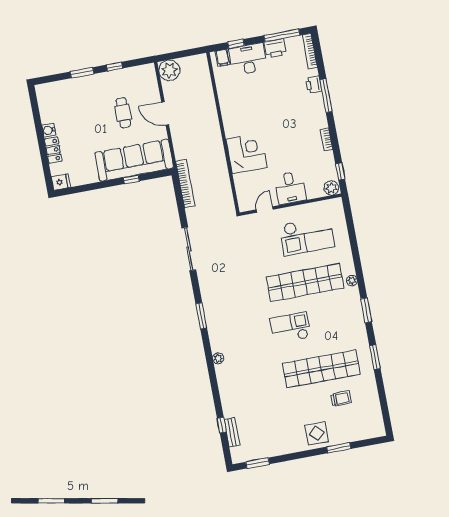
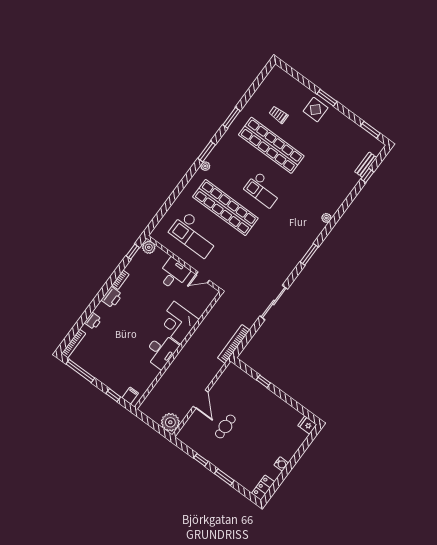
printer: (275, 48) -> (112, 297), moved, turned 90
desk: (248, 59) -> (161, 351), moved, turned -90
window: (326, 96) -> (93, 306), removed
locker: (53, 150) -> (263, 488), moved
sofa: (134, 160) -> (249, 391), removed
checkout: (307, 236) -> (194, 234), turned 180
plant: (352, 281) -> (205, 166), moved
window: (339, 448) -> (327, 98), moved

